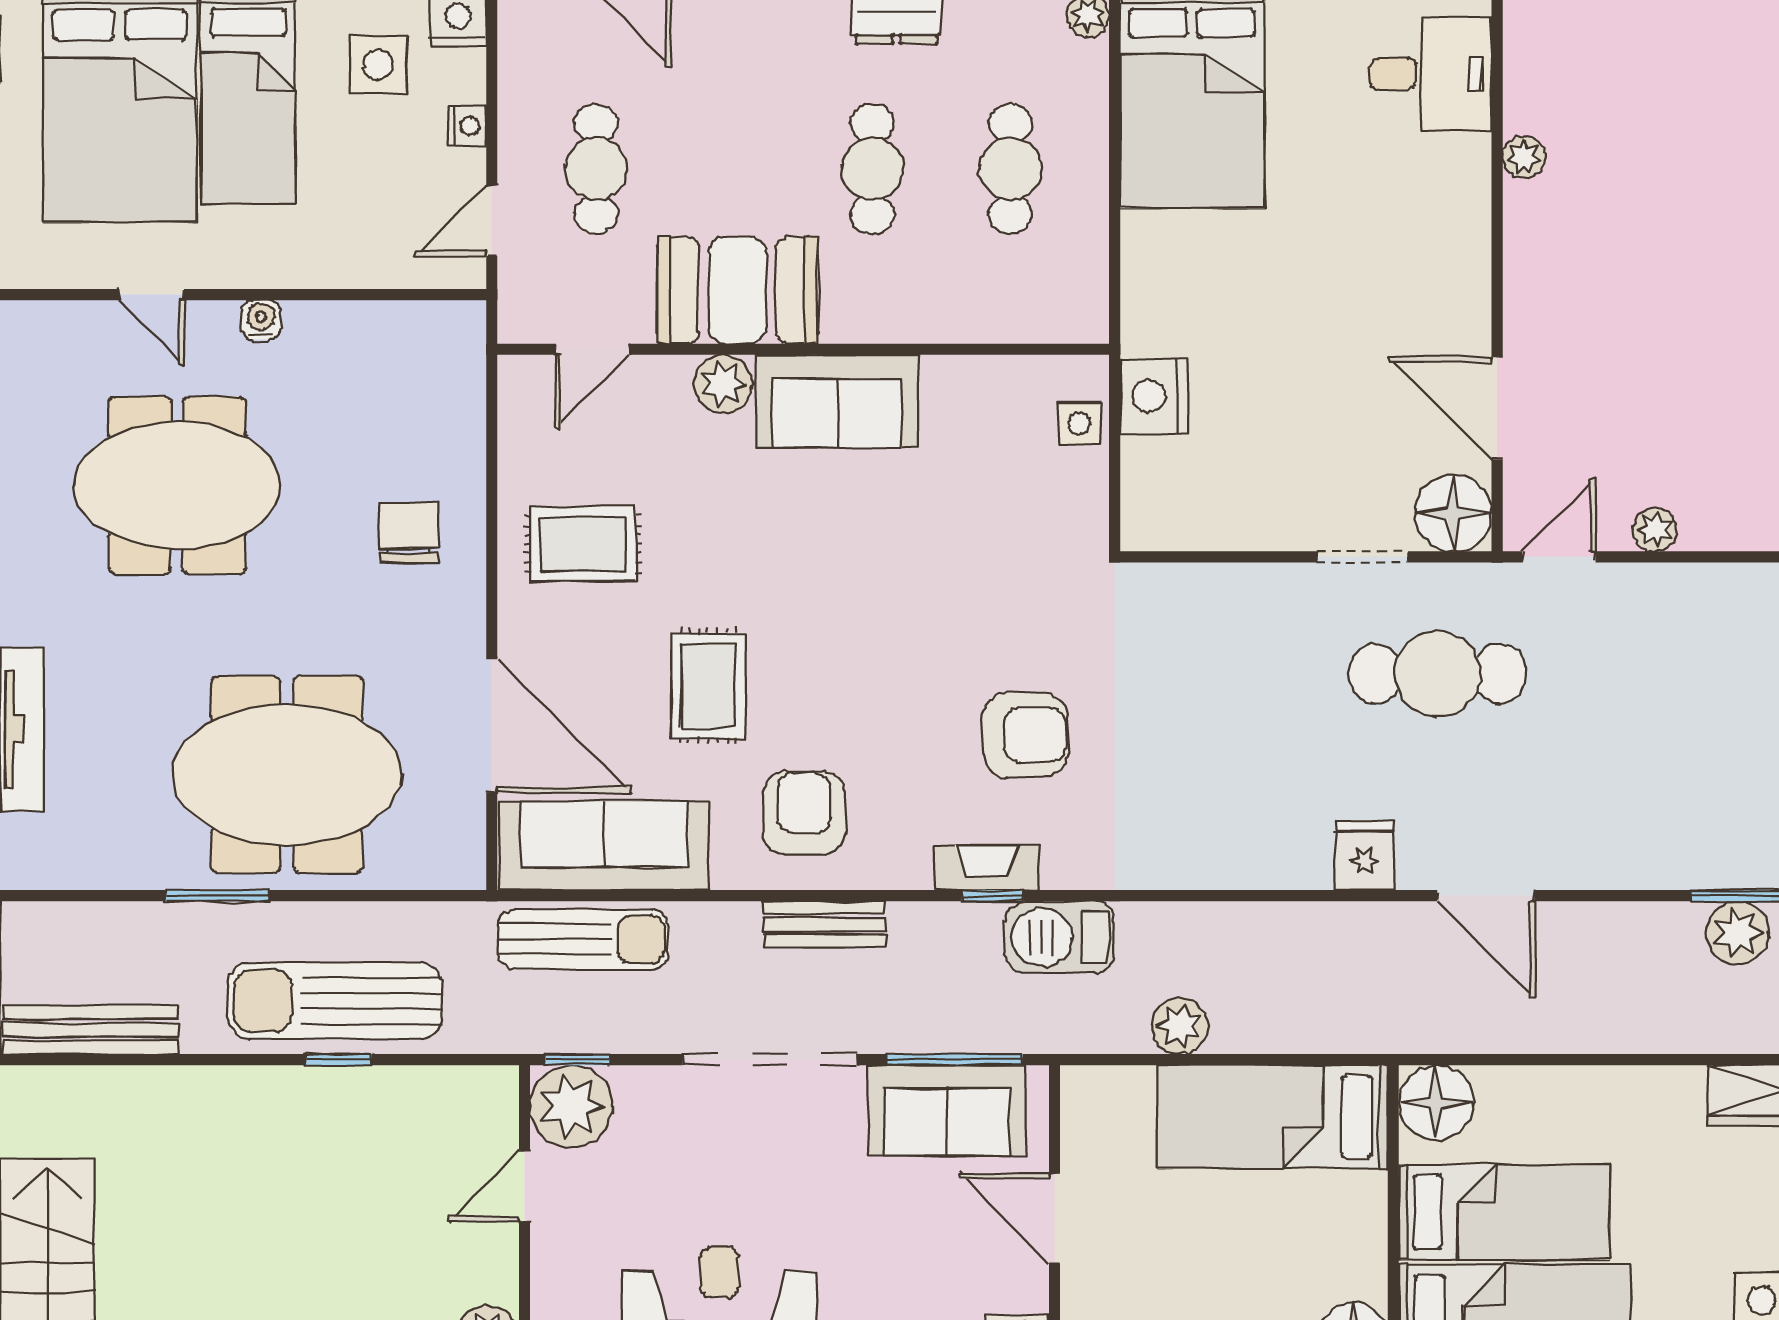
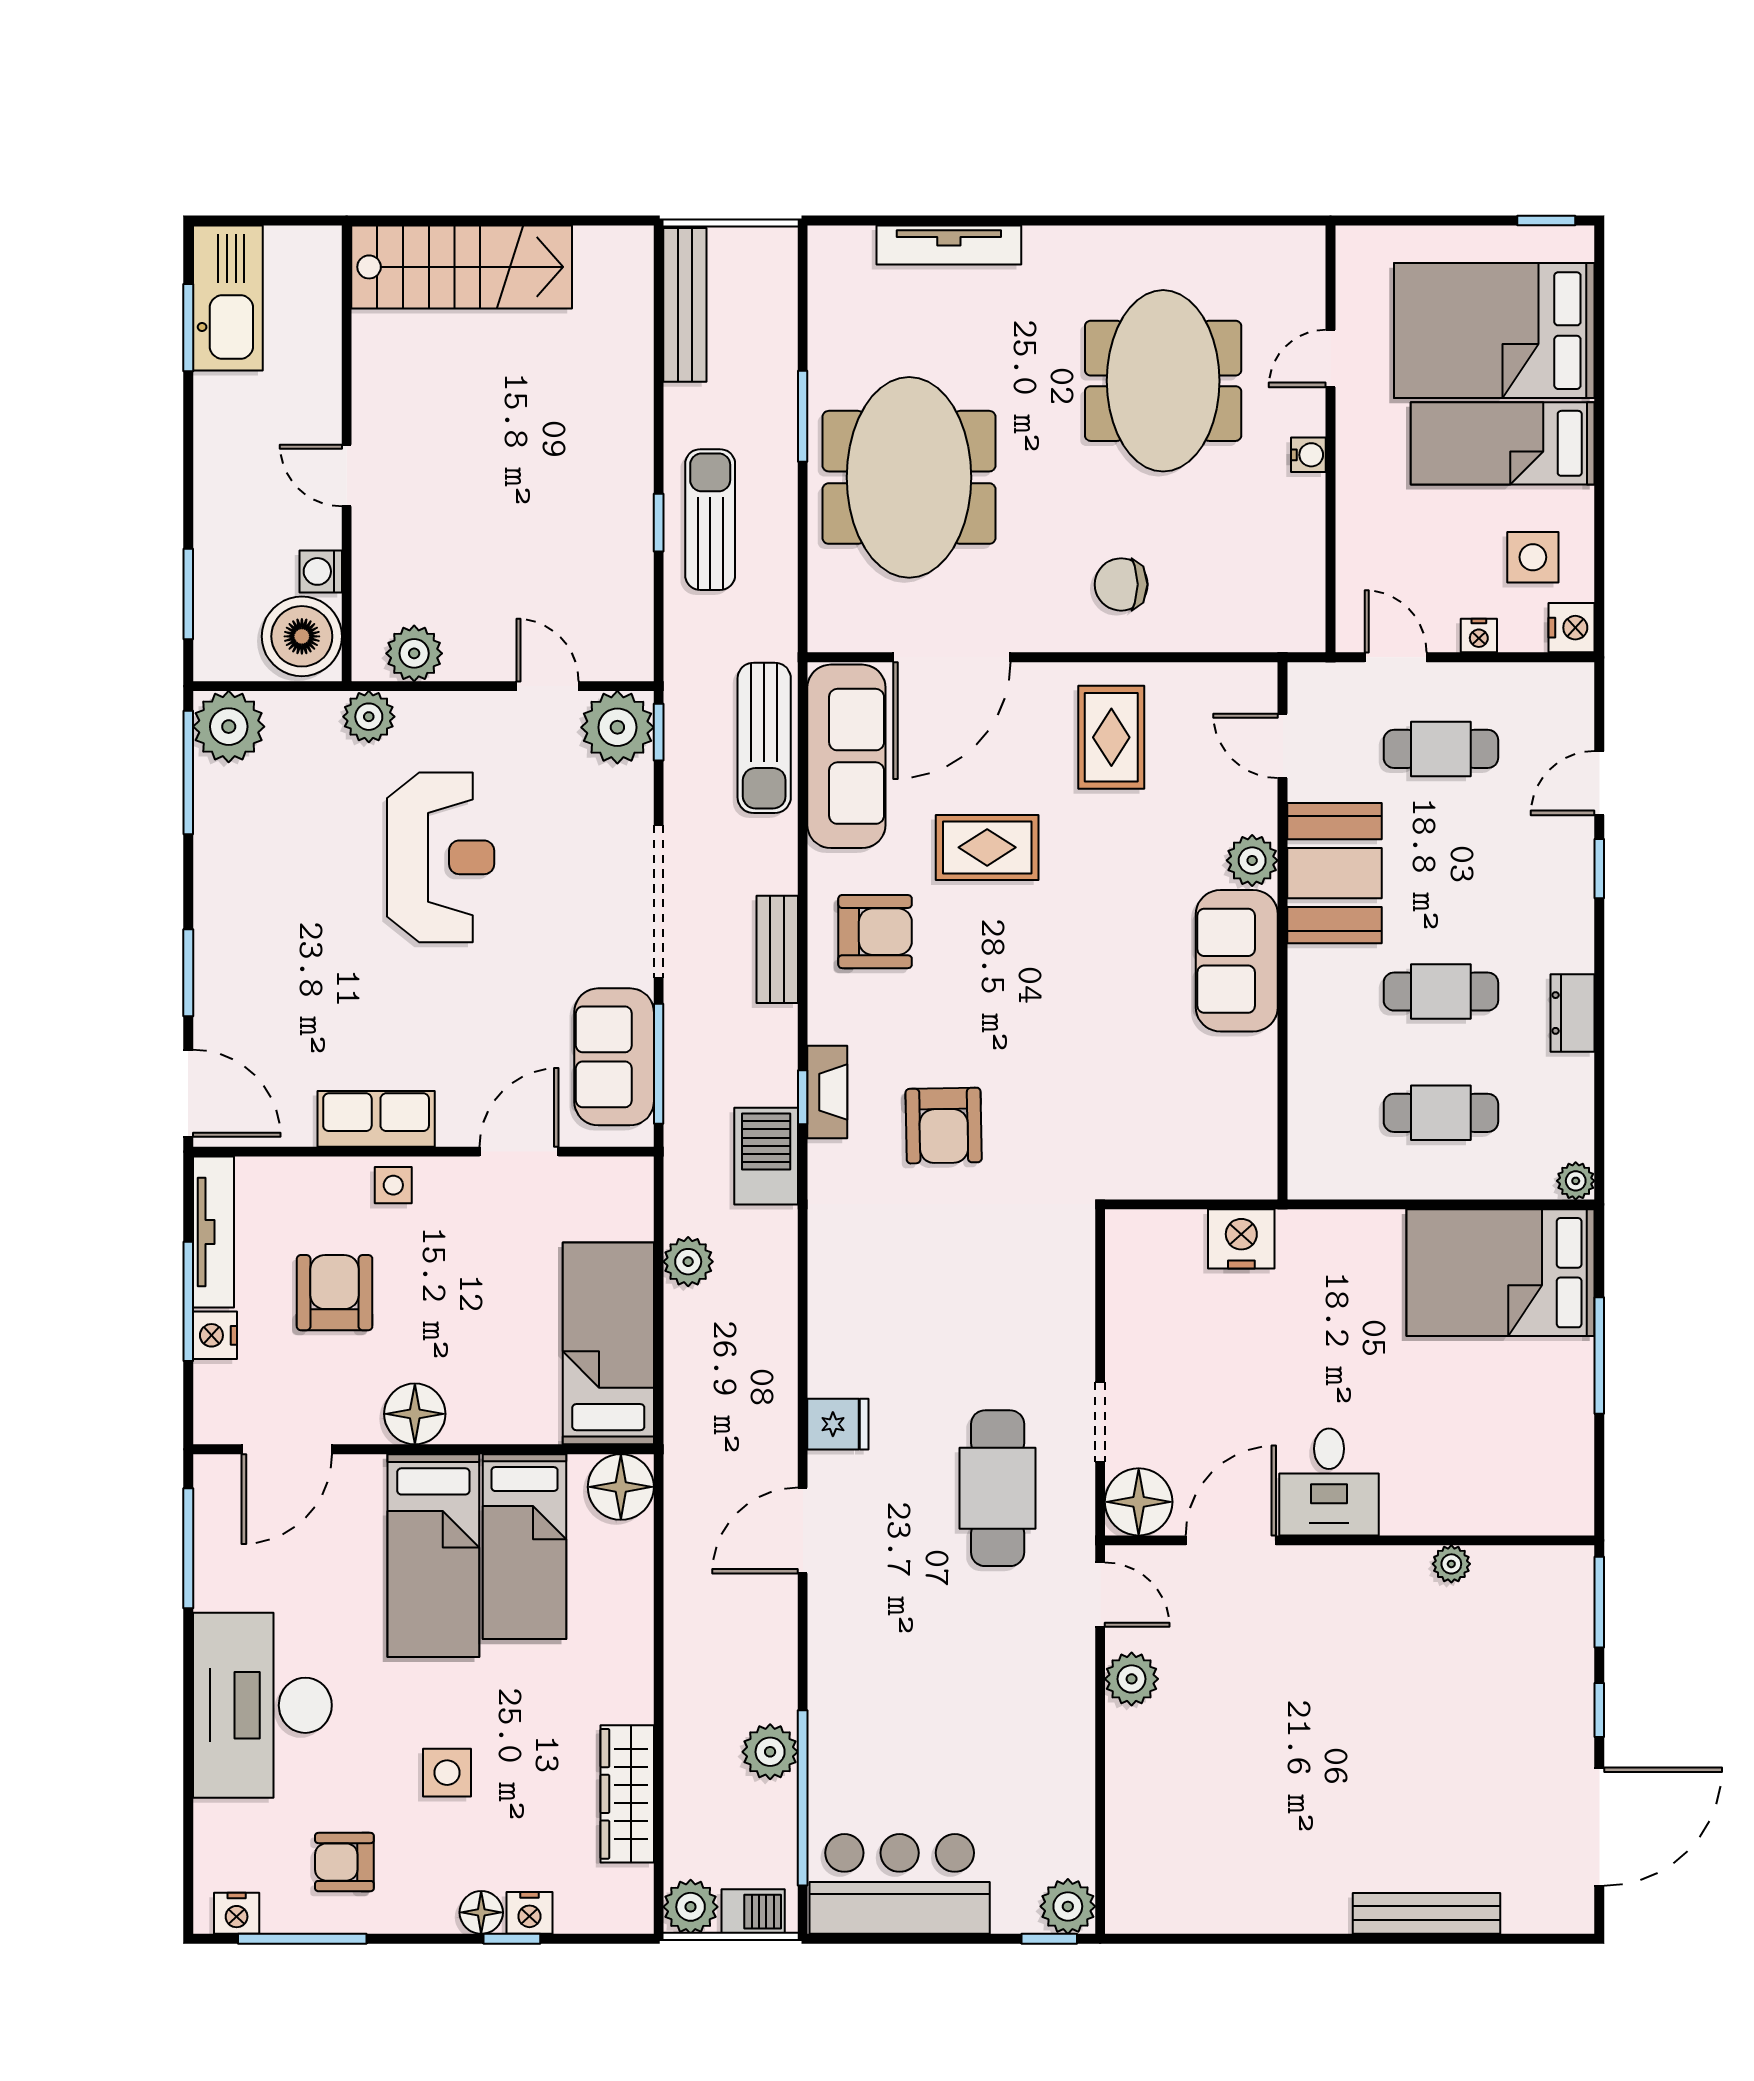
desk: (1431, 74) -> (1329, 1482), moved
side table: (1079, 424) -> (1217, 1174), removed
plant: (1655, 529) -> (1132, 1679), width x1.38, depth x1.38
chair: (409, 533) -> (1121, 584), turned 180
sun lounger: (335, 1001) -> (710, 520), width x0.73, depth x0.75

